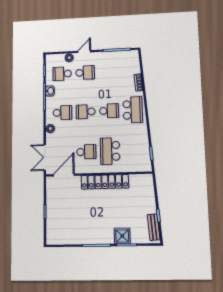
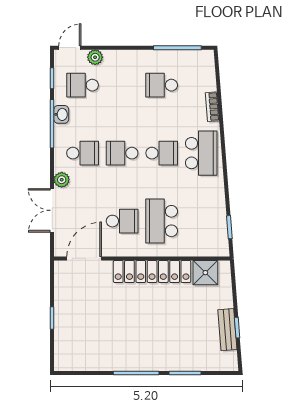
door: (84, 52) -> (70, 48), moved
school desk: (85, 73) -> (162, 85), moved, turned 180
double door: (45, 157) -> (52, 210), moved
bench: (154, 227) -> (227, 330), moved
shower: (122, 236) -> (205, 273), moved

